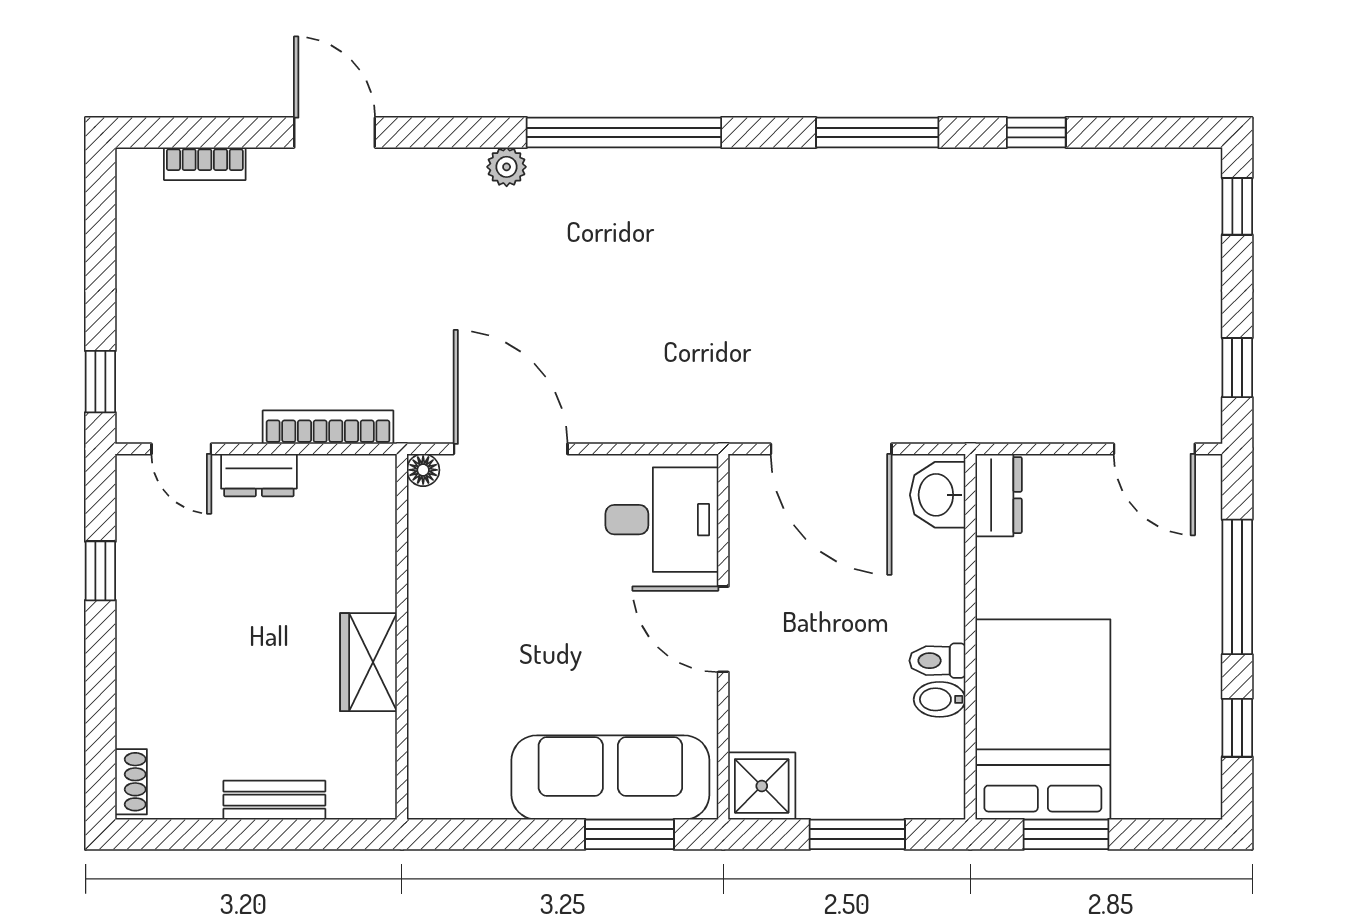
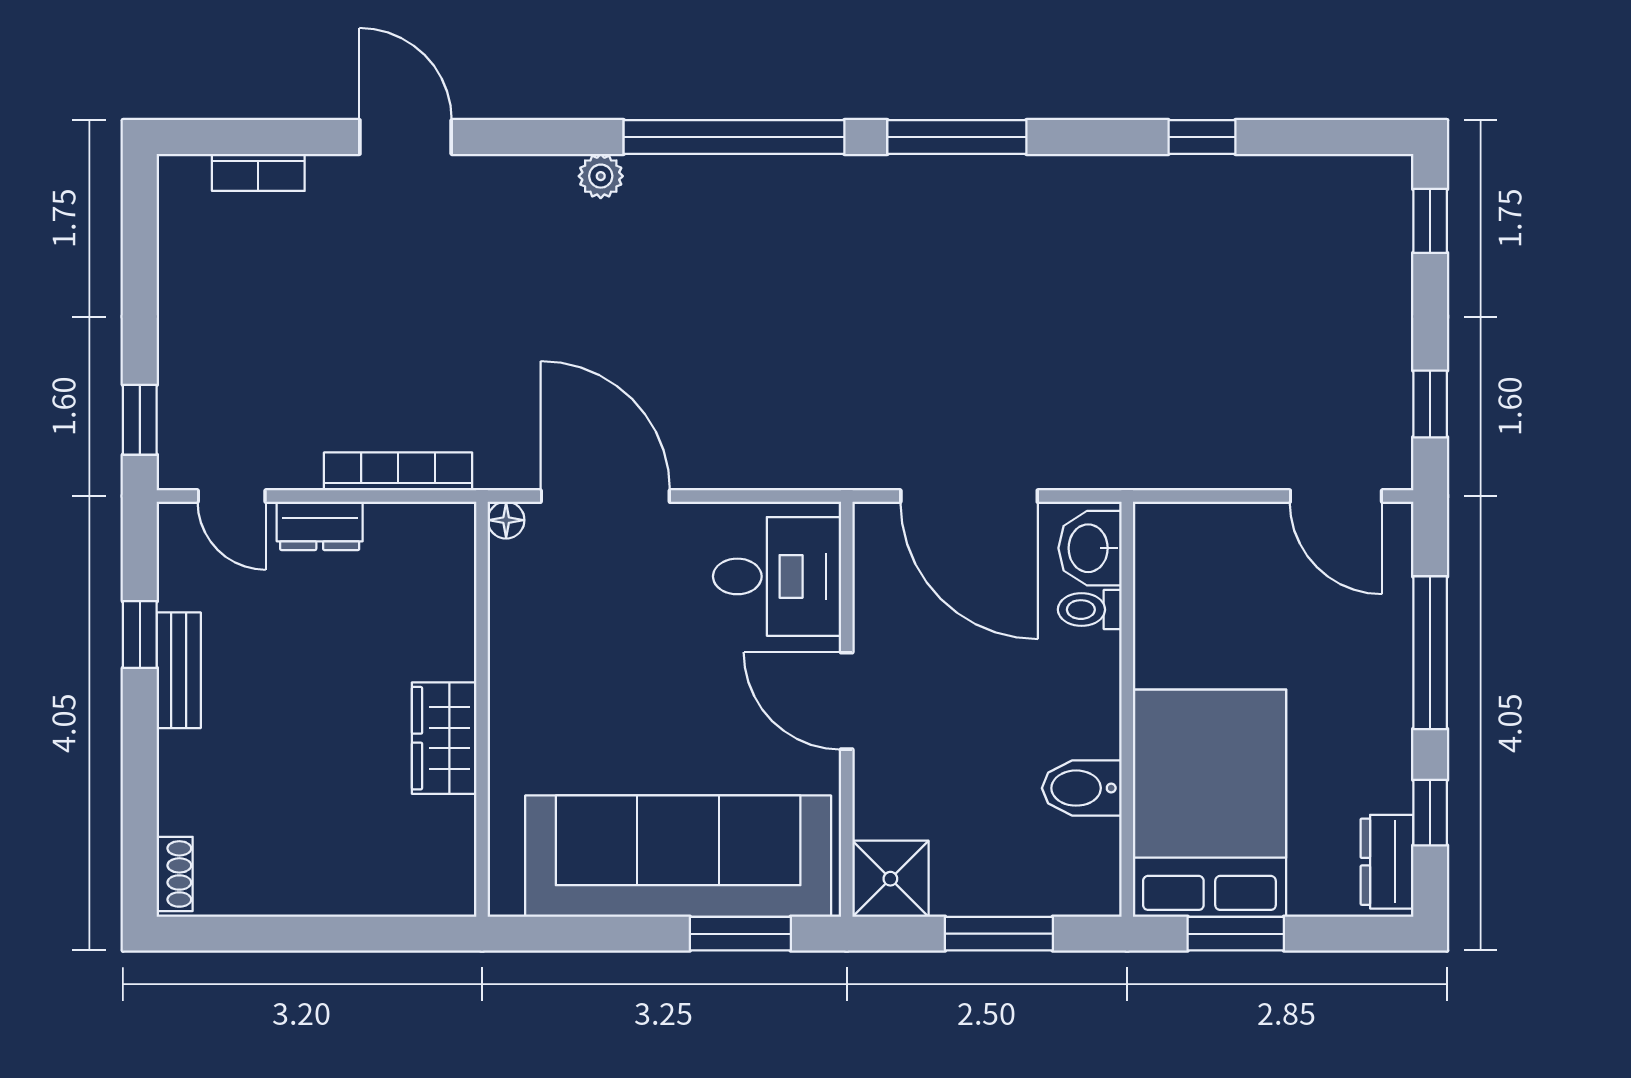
window: (877, 132) -> (957, 137), moved
dresser: (999, 495) -> (1387, 862), moved, turned 180
toilet: (937, 661) -> (1090, 610), moved
bidet: (940, 699) -> (1082, 788), width x1.38, depth x1.36
sofa: (610, 777) -> (678, 856), width x1.36, depth x1.27
bench: (274, 800) -> (179, 670), moved, turned 90

